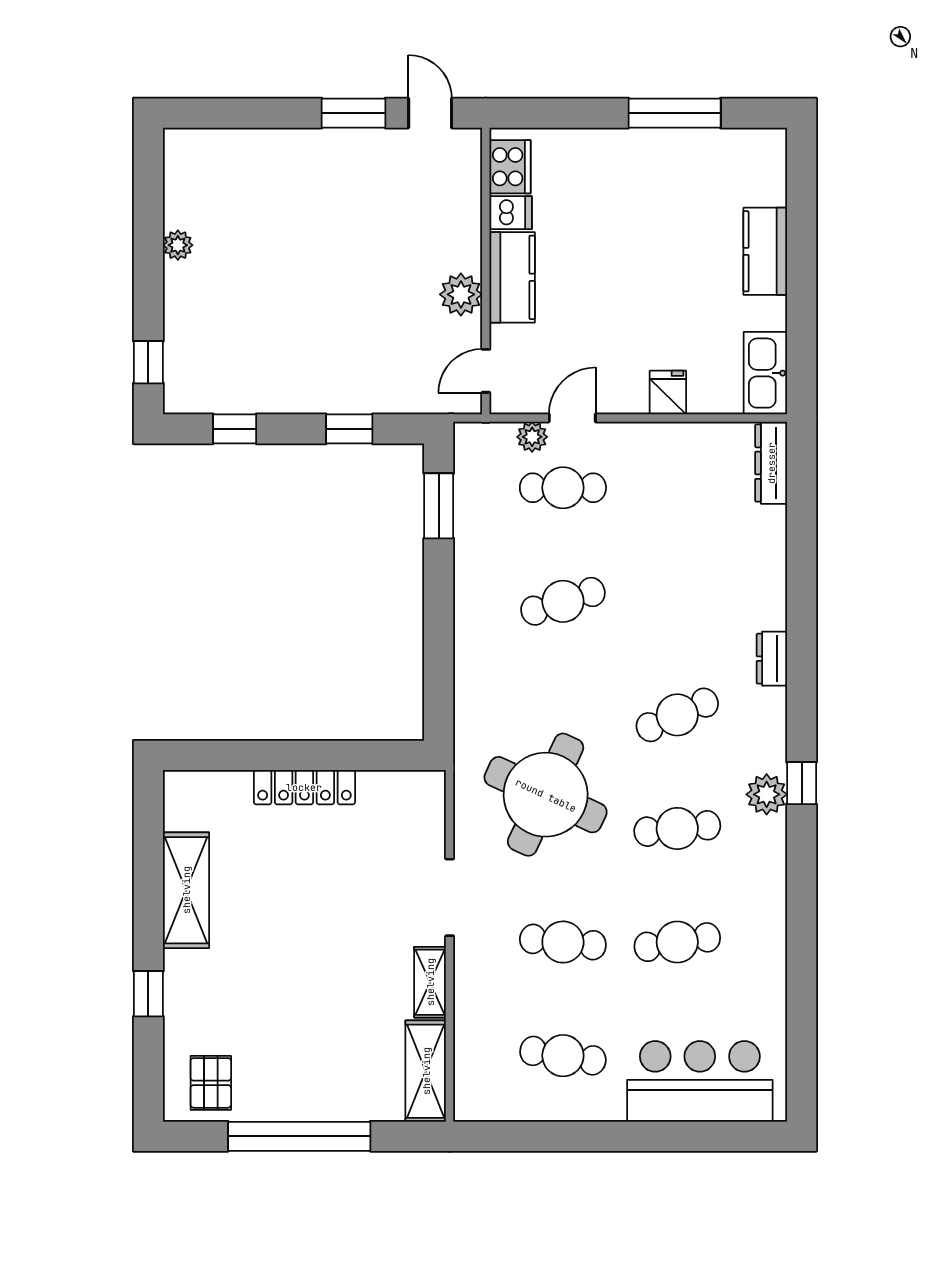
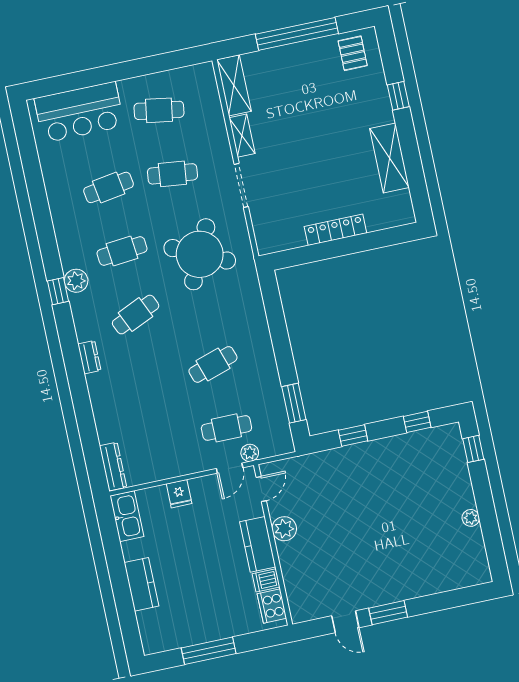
cooker: (510, 167) -> (272, 606), moved
dishwasher: (511, 213) -> (266, 580), moved
wall: (486, 271) -> (273, 545), moved
kitchen counter: (512, 277) -> (258, 544), moved
plant: (461, 294) -> (284, 529), moved
door: (486, 371) -> (261, 489), moved

